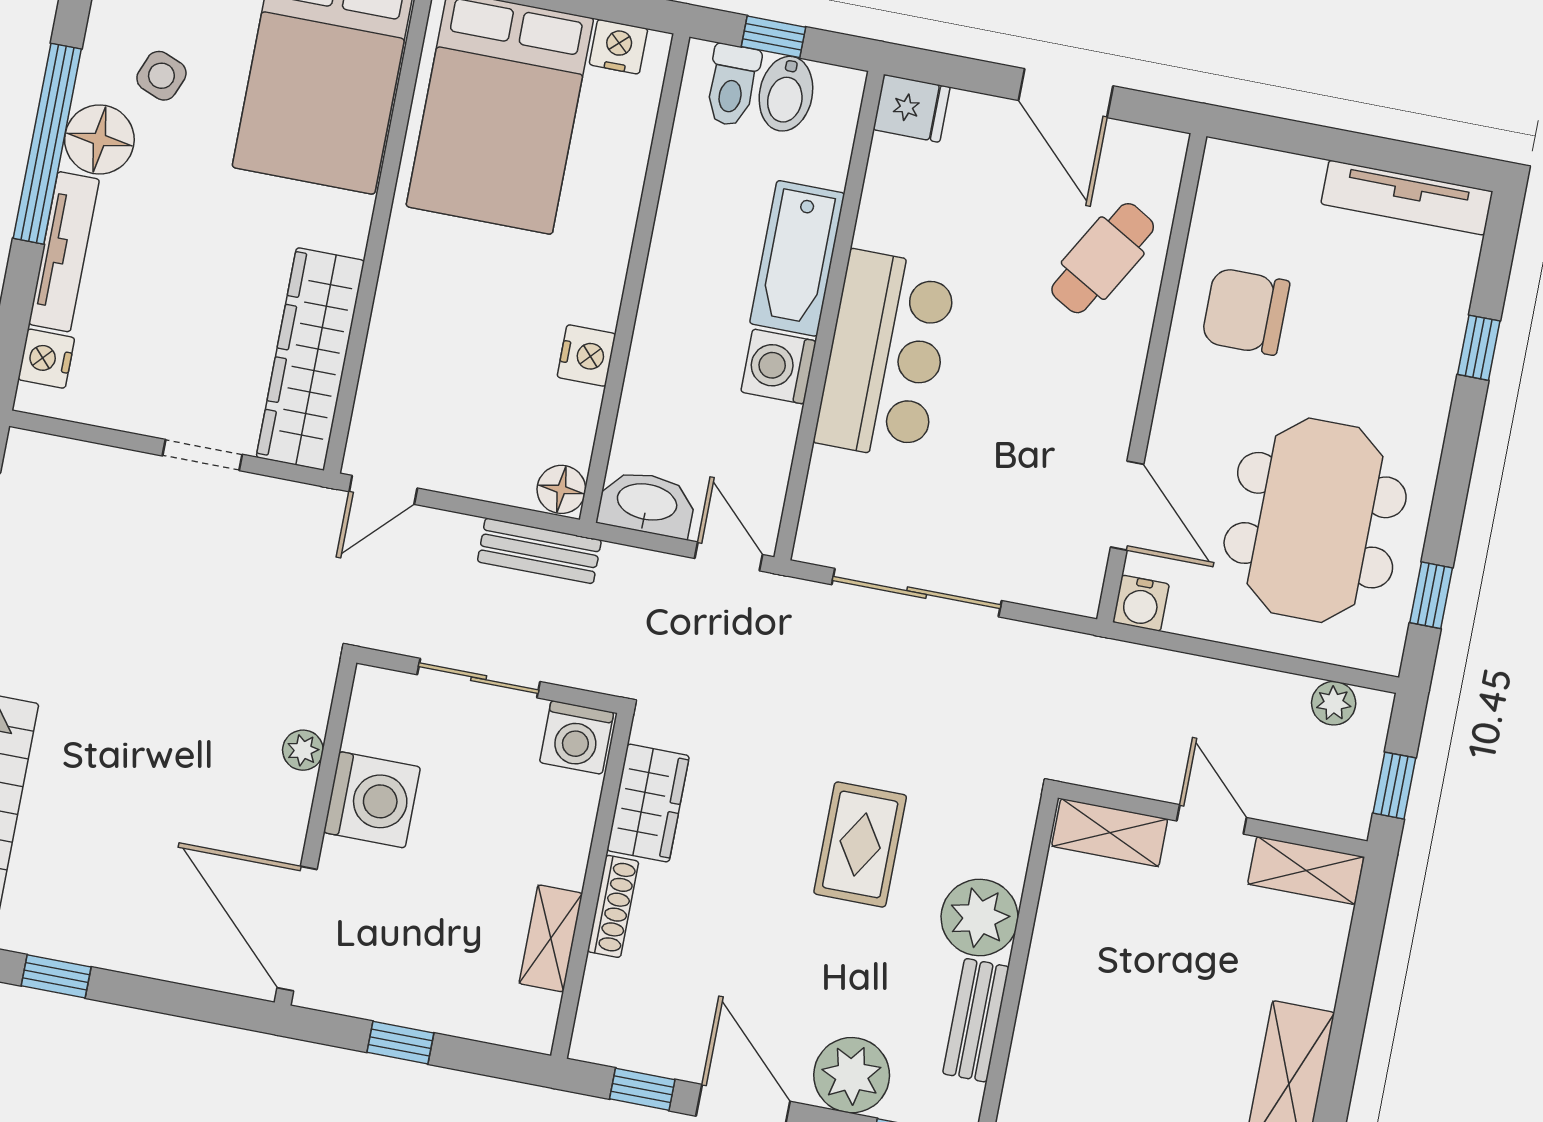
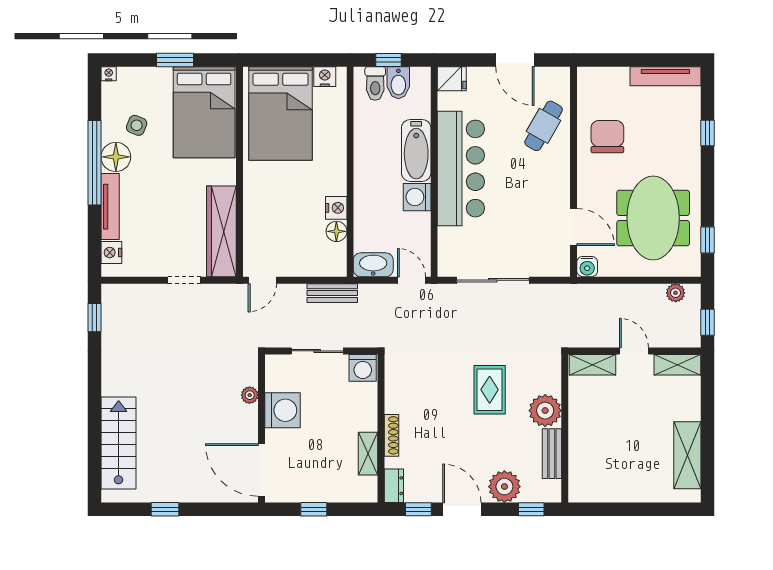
chair: (1246, 311) -> (607, 137), turned 90
bar counter: (886, 355) -> (461, 169), width x1.36
floor lamp: (561, 489) -> (336, 231), moved
wardrobe: (648, 803) -> (398, 389), removed
dresser: (596, 1024) -> (394, 486), added

